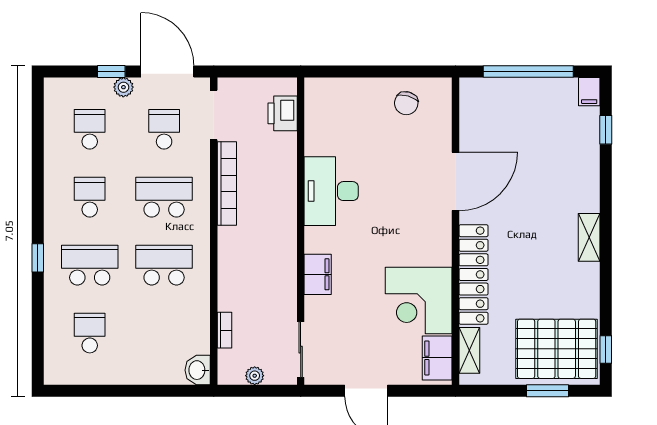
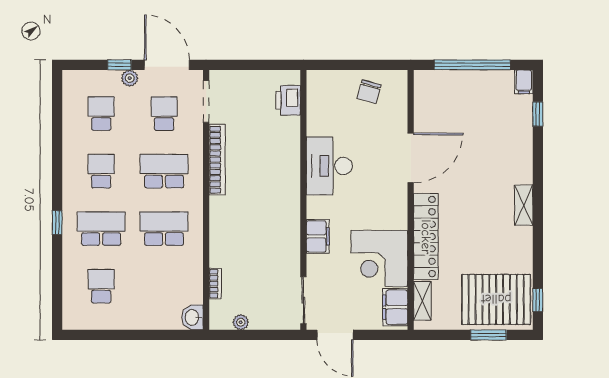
printer: (283, 113) -> (288, 100), moved
desk: (331, 191) -> (329, 166), moved
wall: (301, 231) -> (303, 200), moved
filing cabinet: (318, 274) -> (318, 236), moved
sliding door: (301, 350) -> (303, 300), moved

